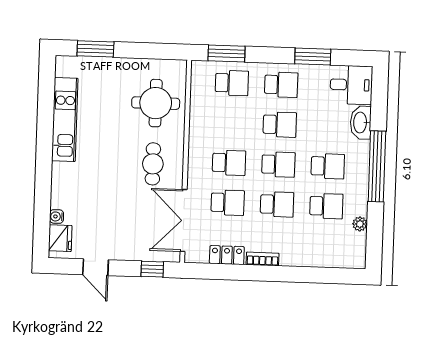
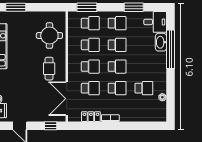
school desk: (328, 166) -> (90, 45), moved
window: (377, 166) -> (171, 49), moved

